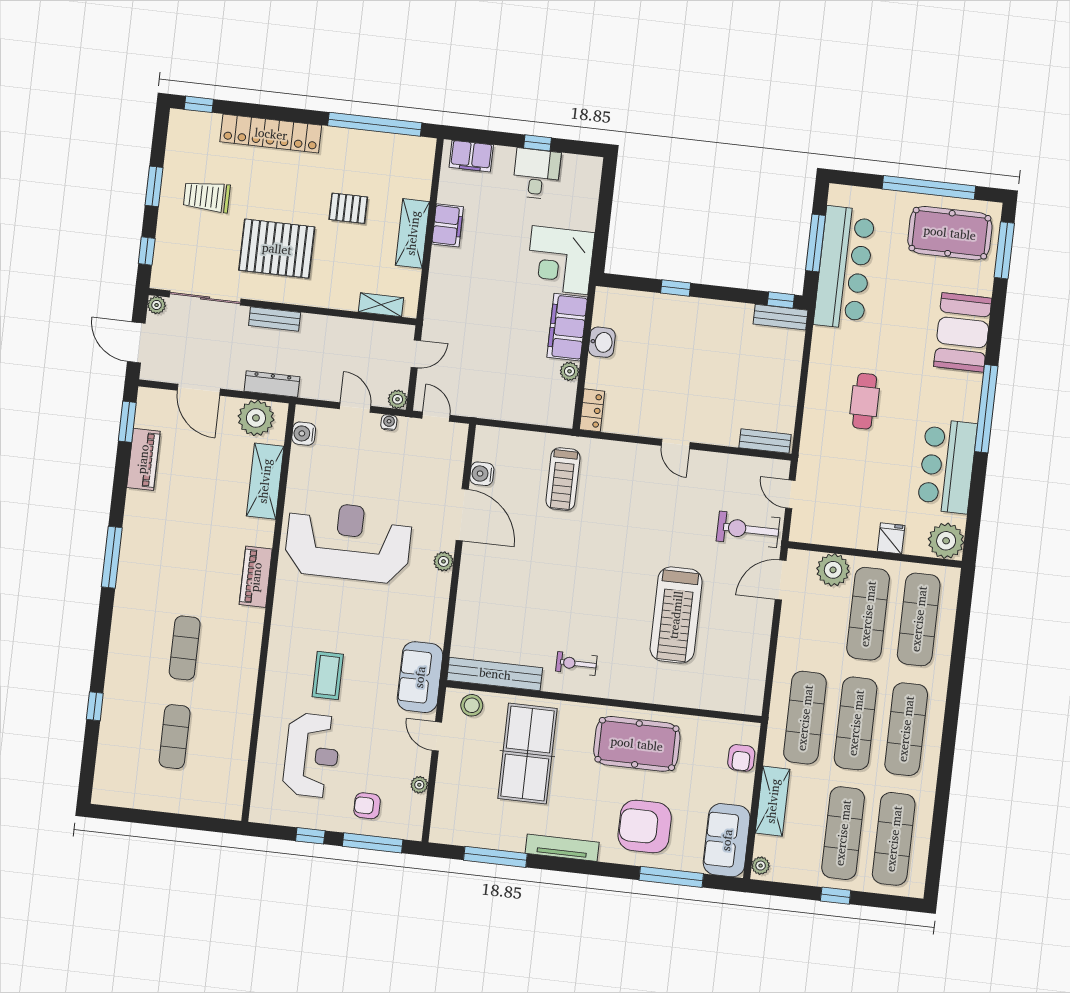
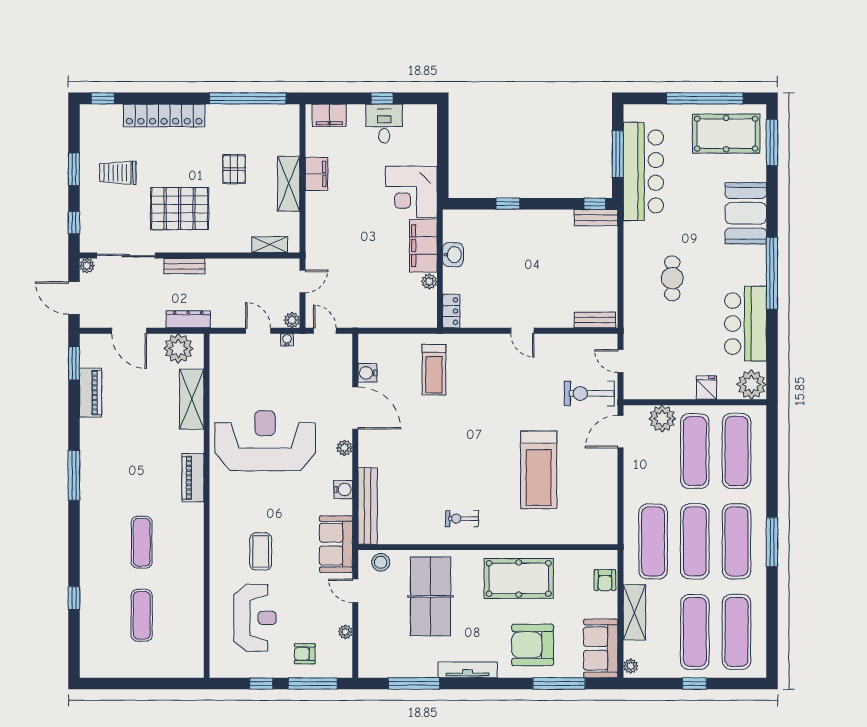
pallet: (348, 208) -> (234, 169), turned 90
water cooler: (304, 434) -> (343, 489), moved, turned 180
bench: (495, 674) -> (368, 506), moved, turned 90
window: (949, 735) -> (772, 542), added

